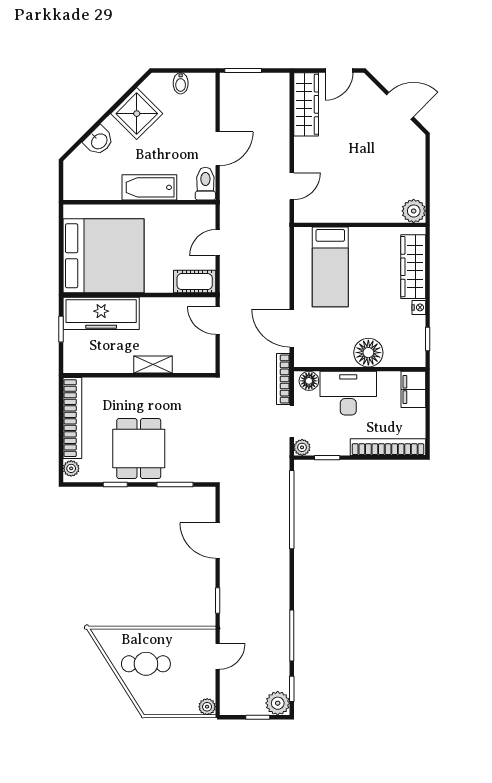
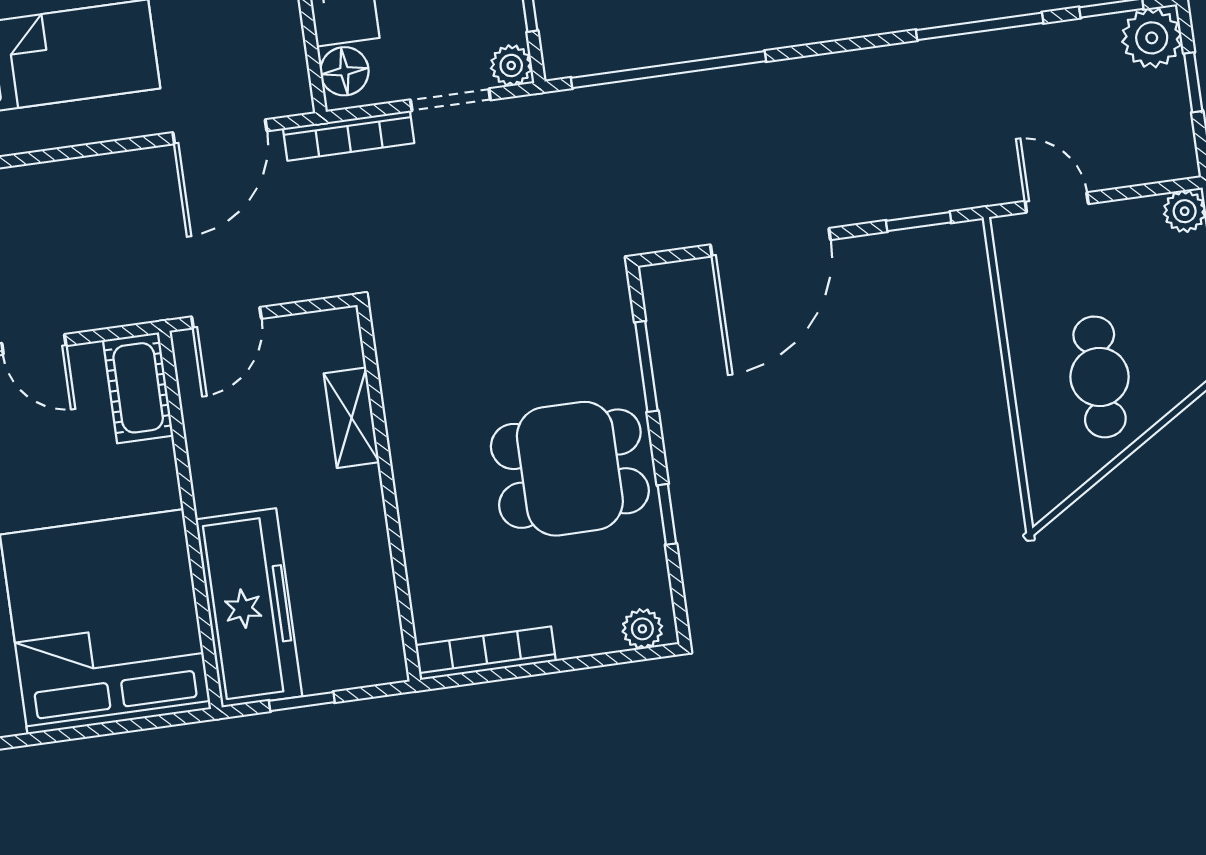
shelving: (153, 365) -> (352, 418), moved
bookcase: (72, 418) -> (486, 653), width x0.68, depth x0.76
door: (218, 541) -> (770, 242), width x1.36

